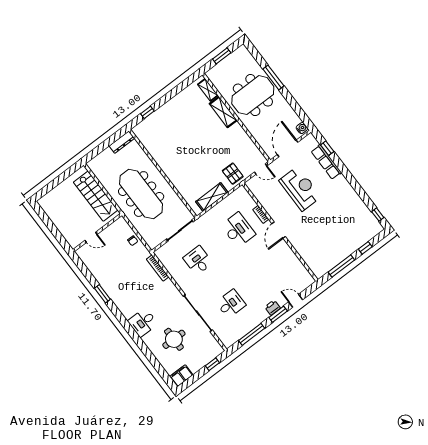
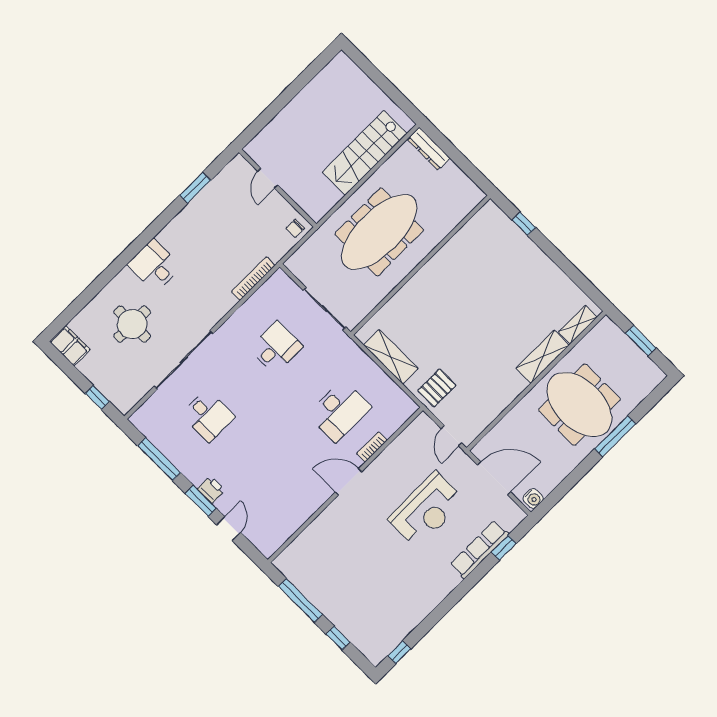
dresser: (122, 142) -> (429, 149), moved
wall: (97, 232) -> (278, 188), moved
door: (91, 237) -> (268, 178), moved

